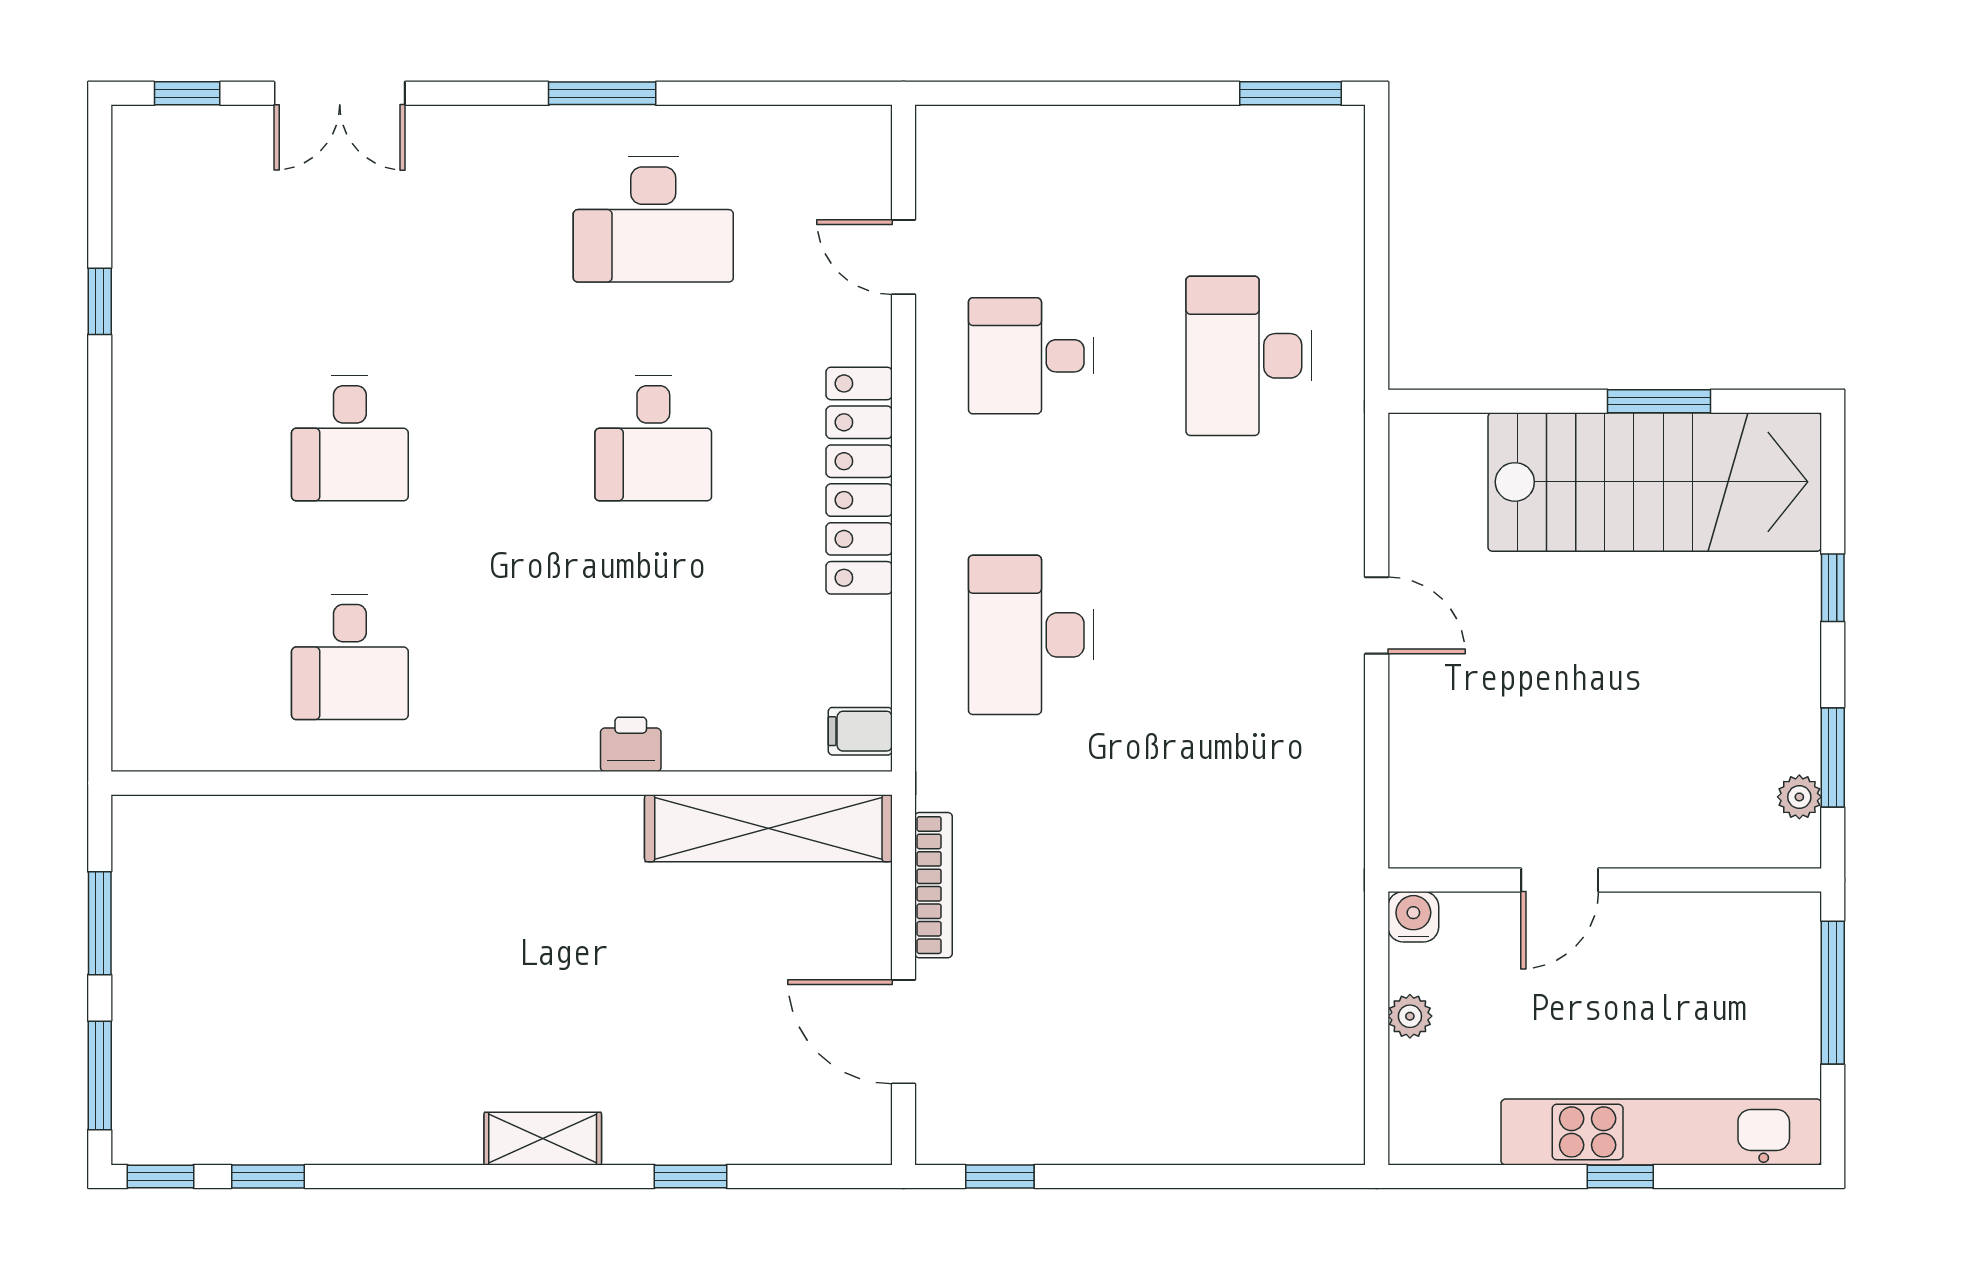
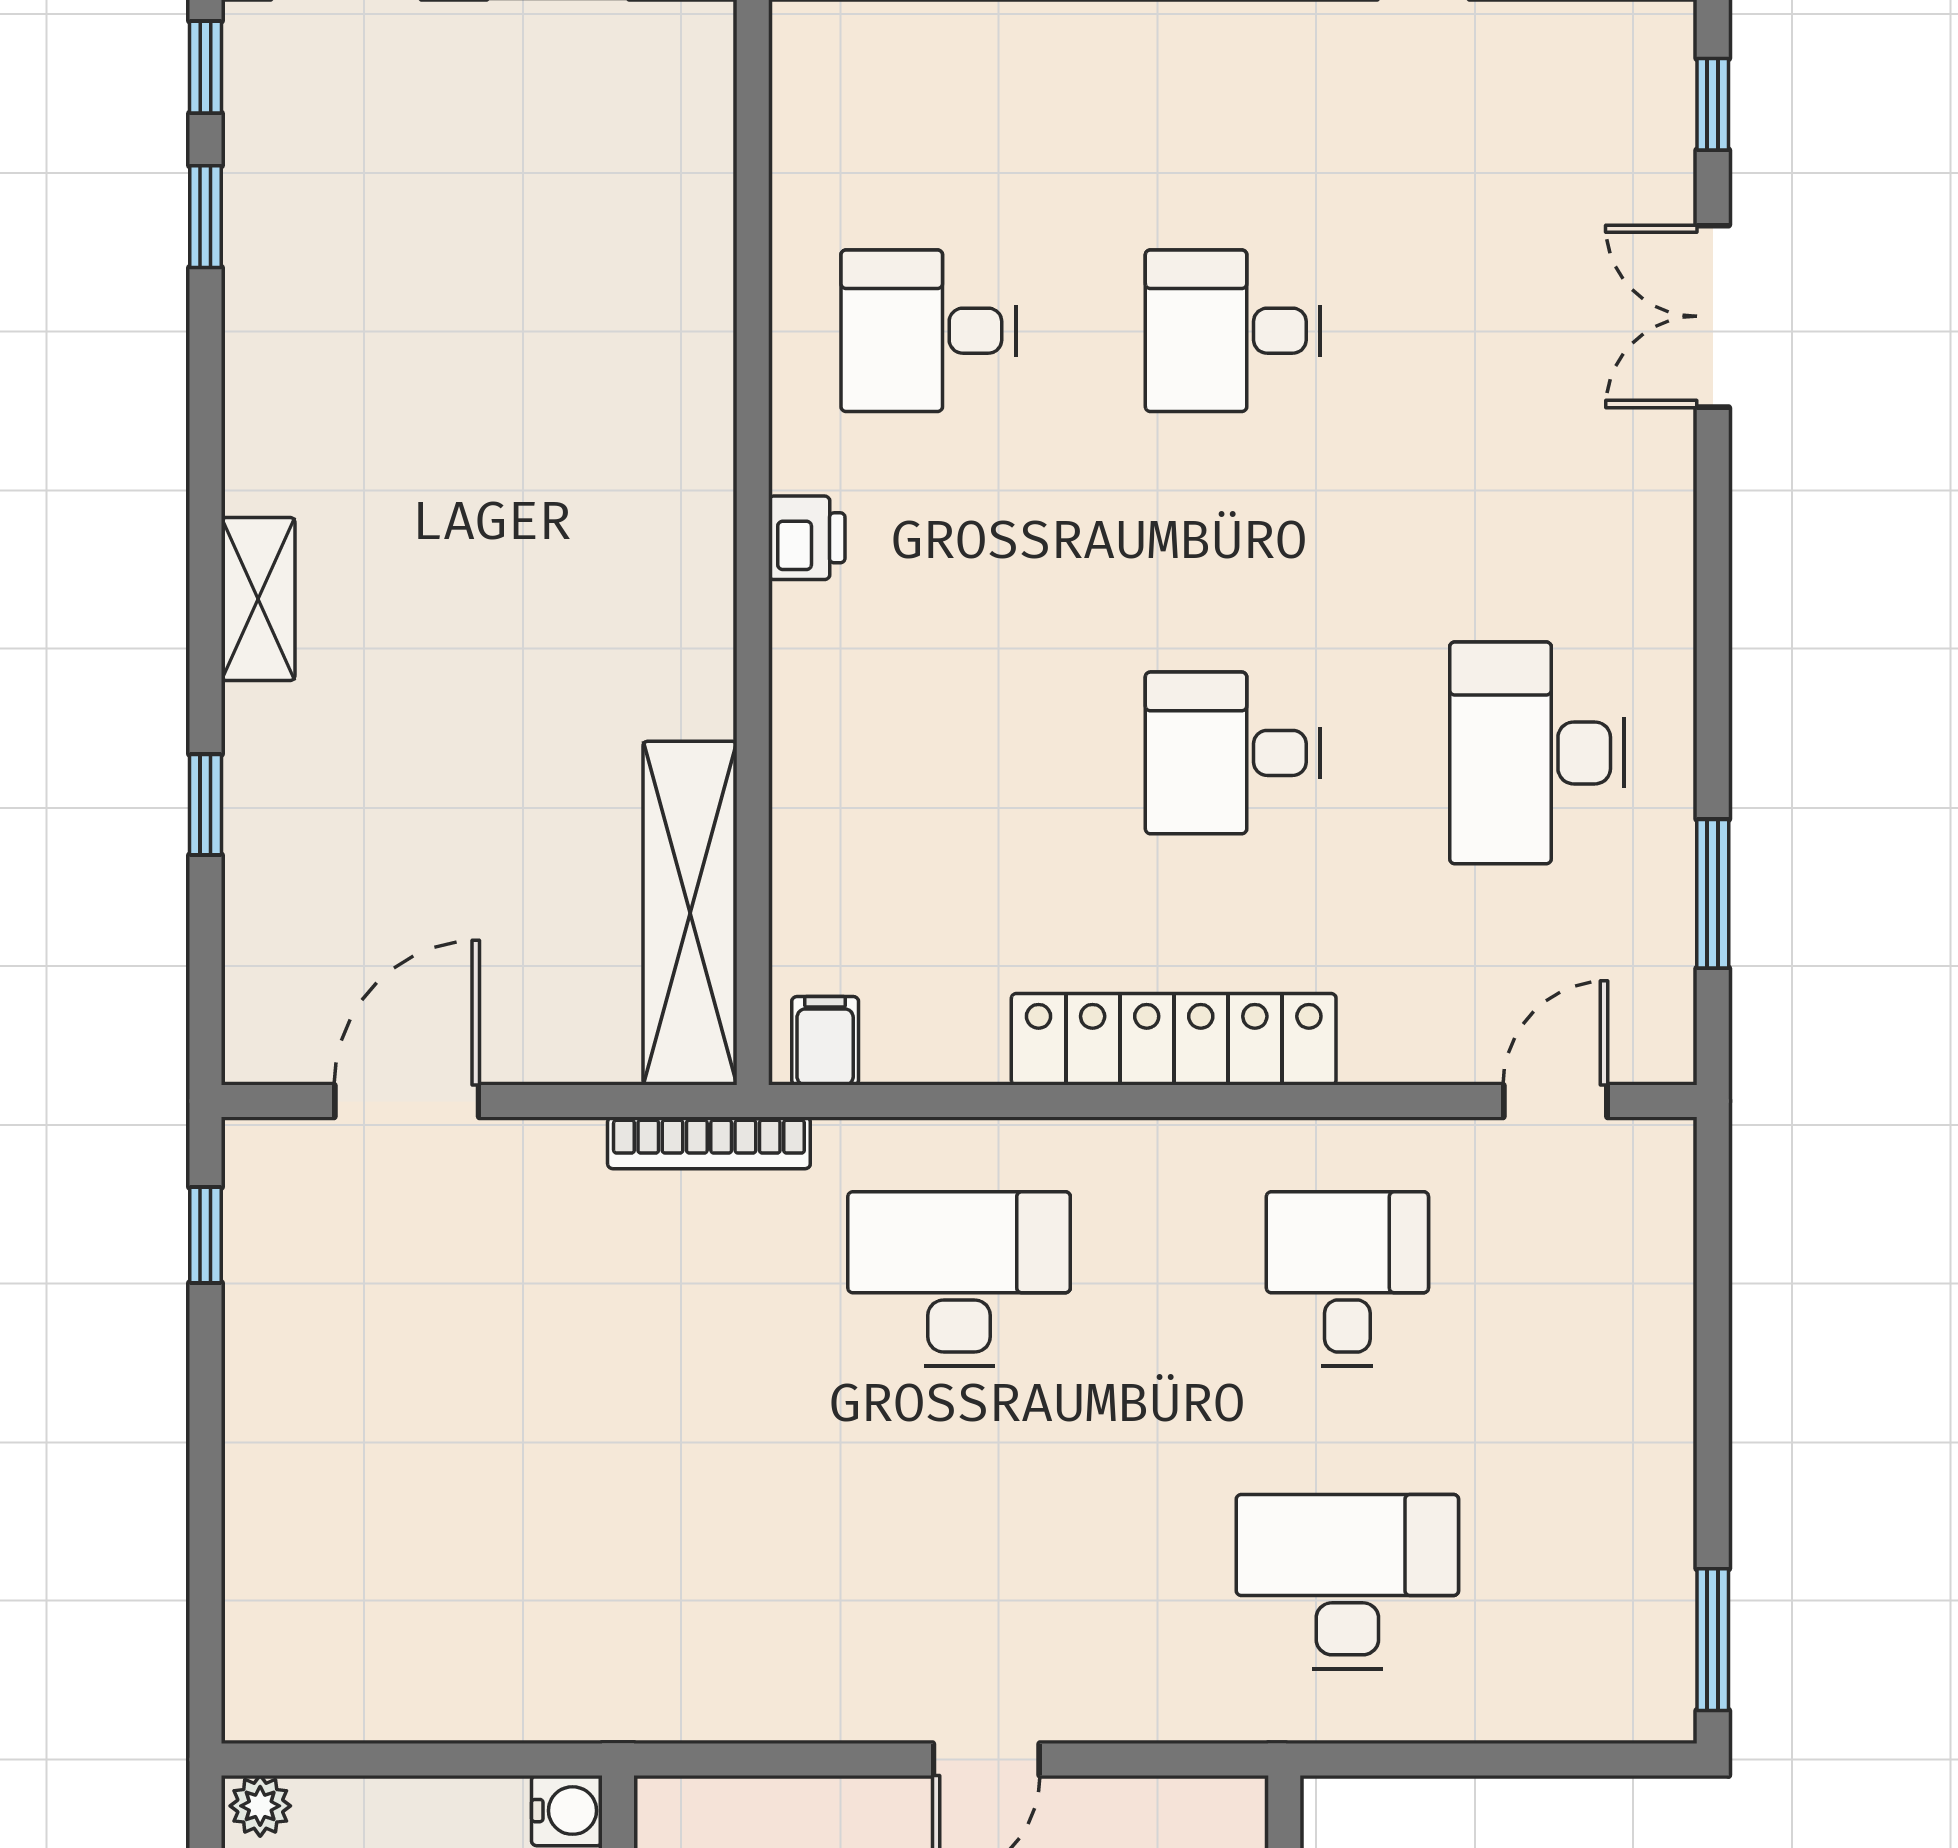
window: (602, 93) -> (1713, 894), moved
door: (903, 257) -> (1555, 1101), moved
printer: (631, 744) -> (807, 538), moved
bookcase: (934, 885) -> (709, 1143), moved
plant: (1410, 1016) -> (260, 1806), moved

